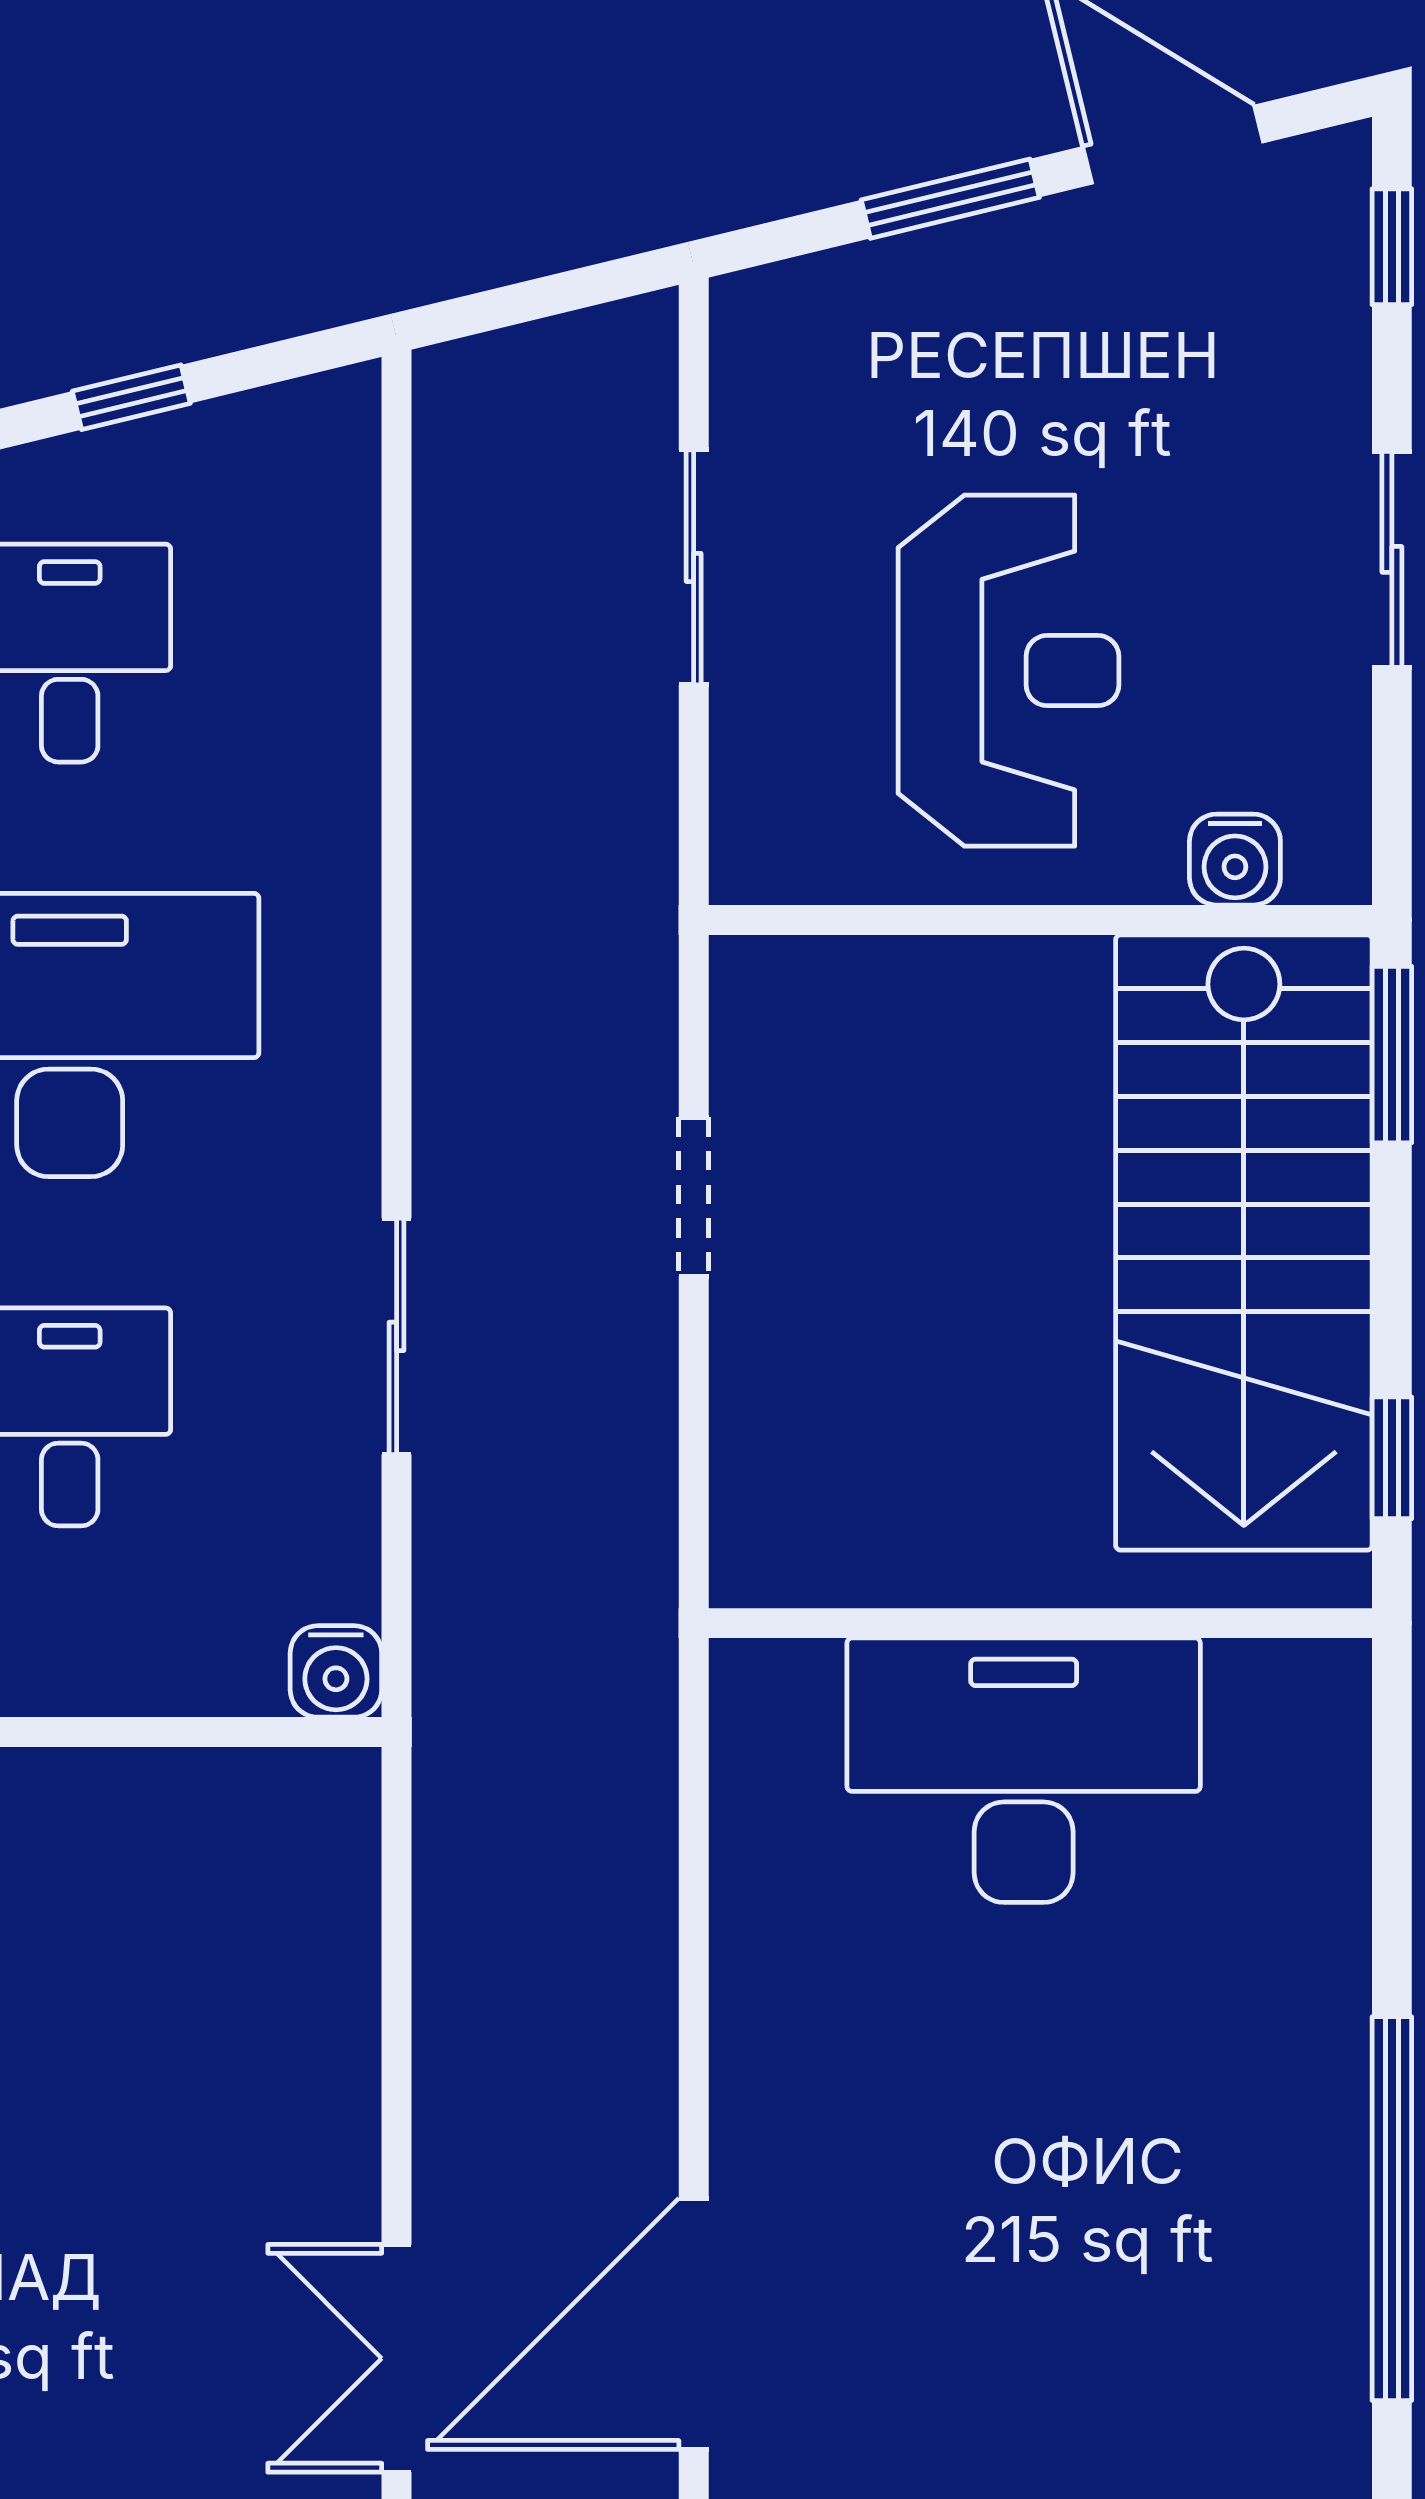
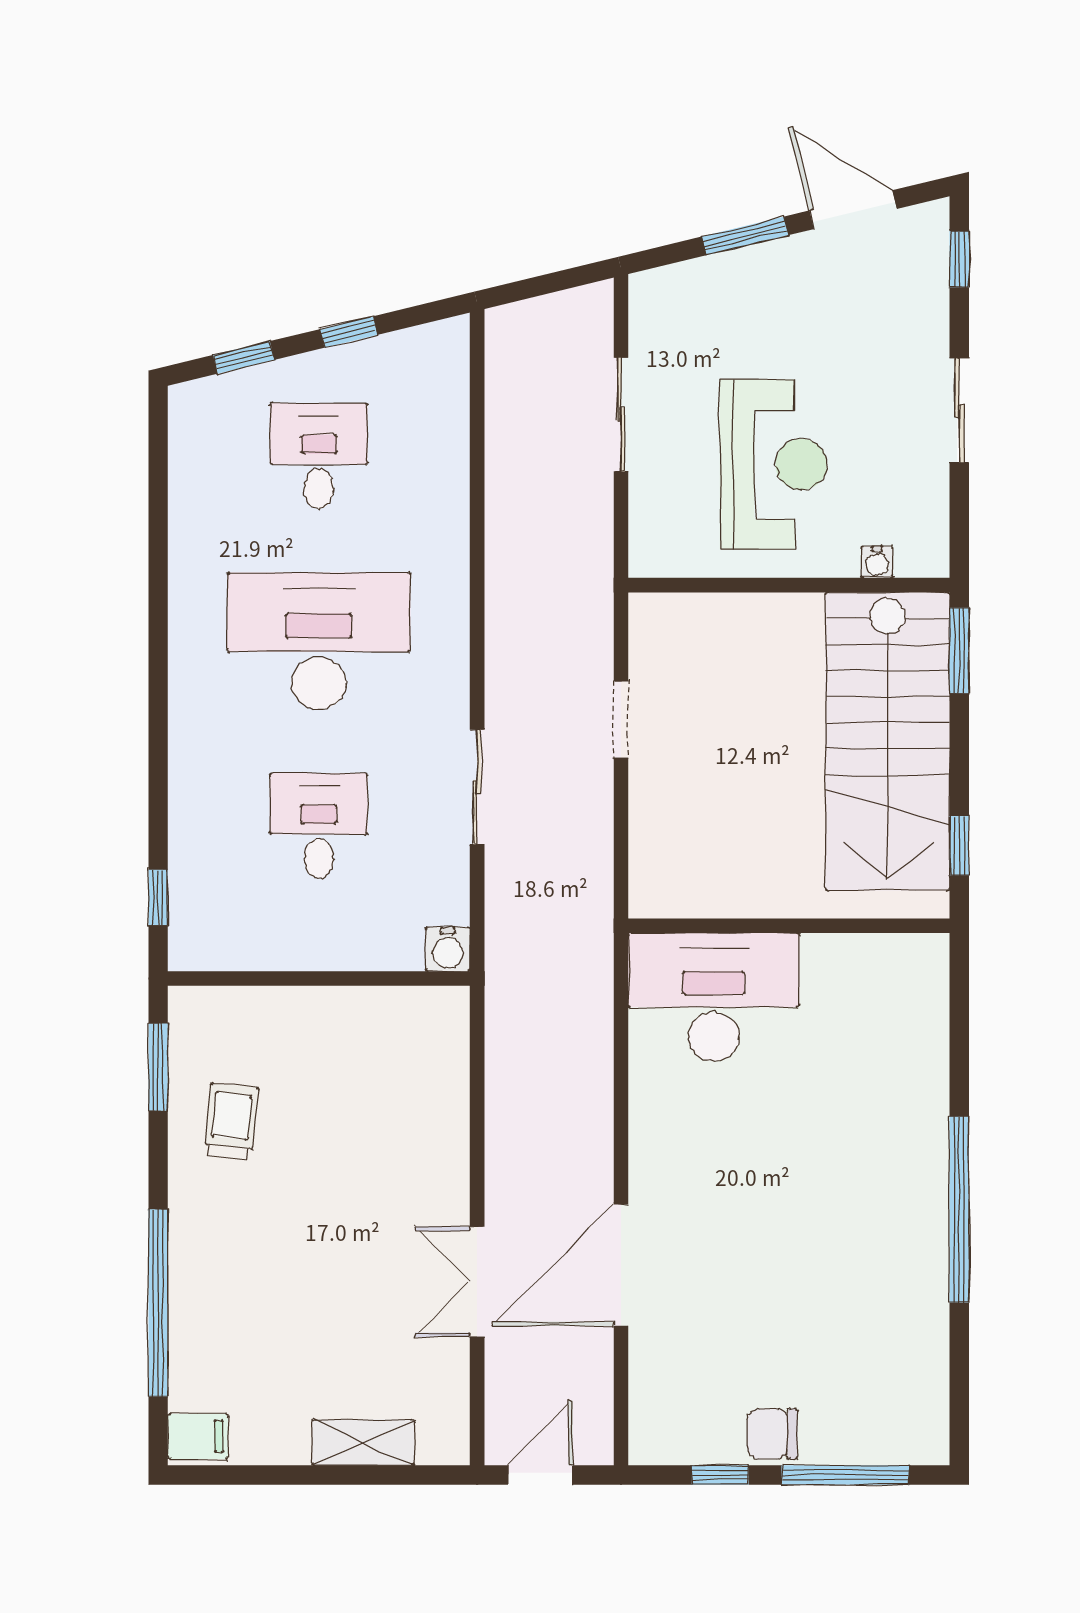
water cooler: (1235, 860) -> (877, 562), width x0.72, depth x0.72
desk: (1024, 1770) -> (714, 997), moved

